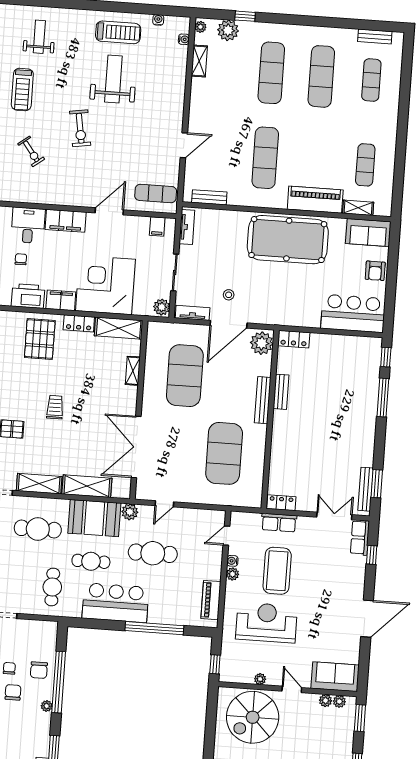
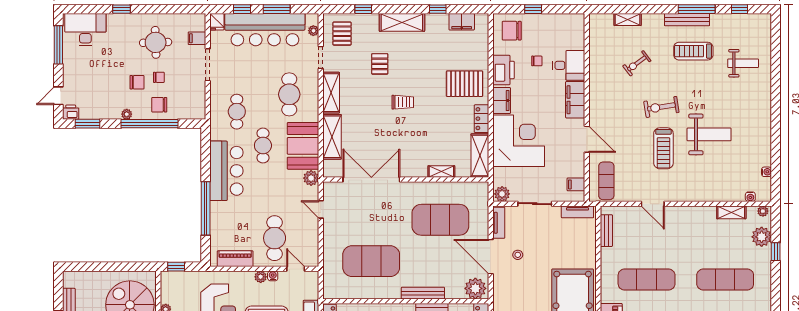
treadmill: (118, 32) -> (663, 148), moved
cafe table: (153, 553) -> (275, 238), moved
cafe table: (52, 587) -> (237, 112), turned 90

